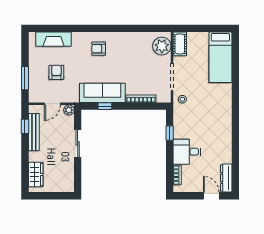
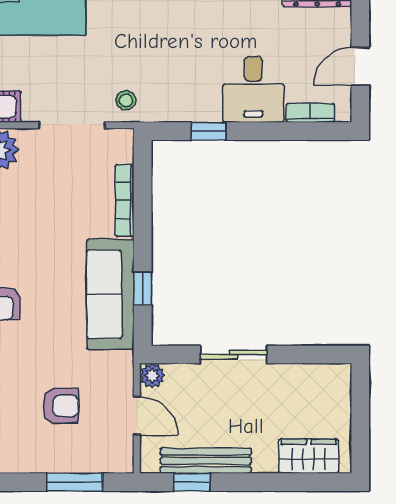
armchair: (56, 72) -> (61, 406), turned 180
door: (211, 196) -> (360, 66), moved

